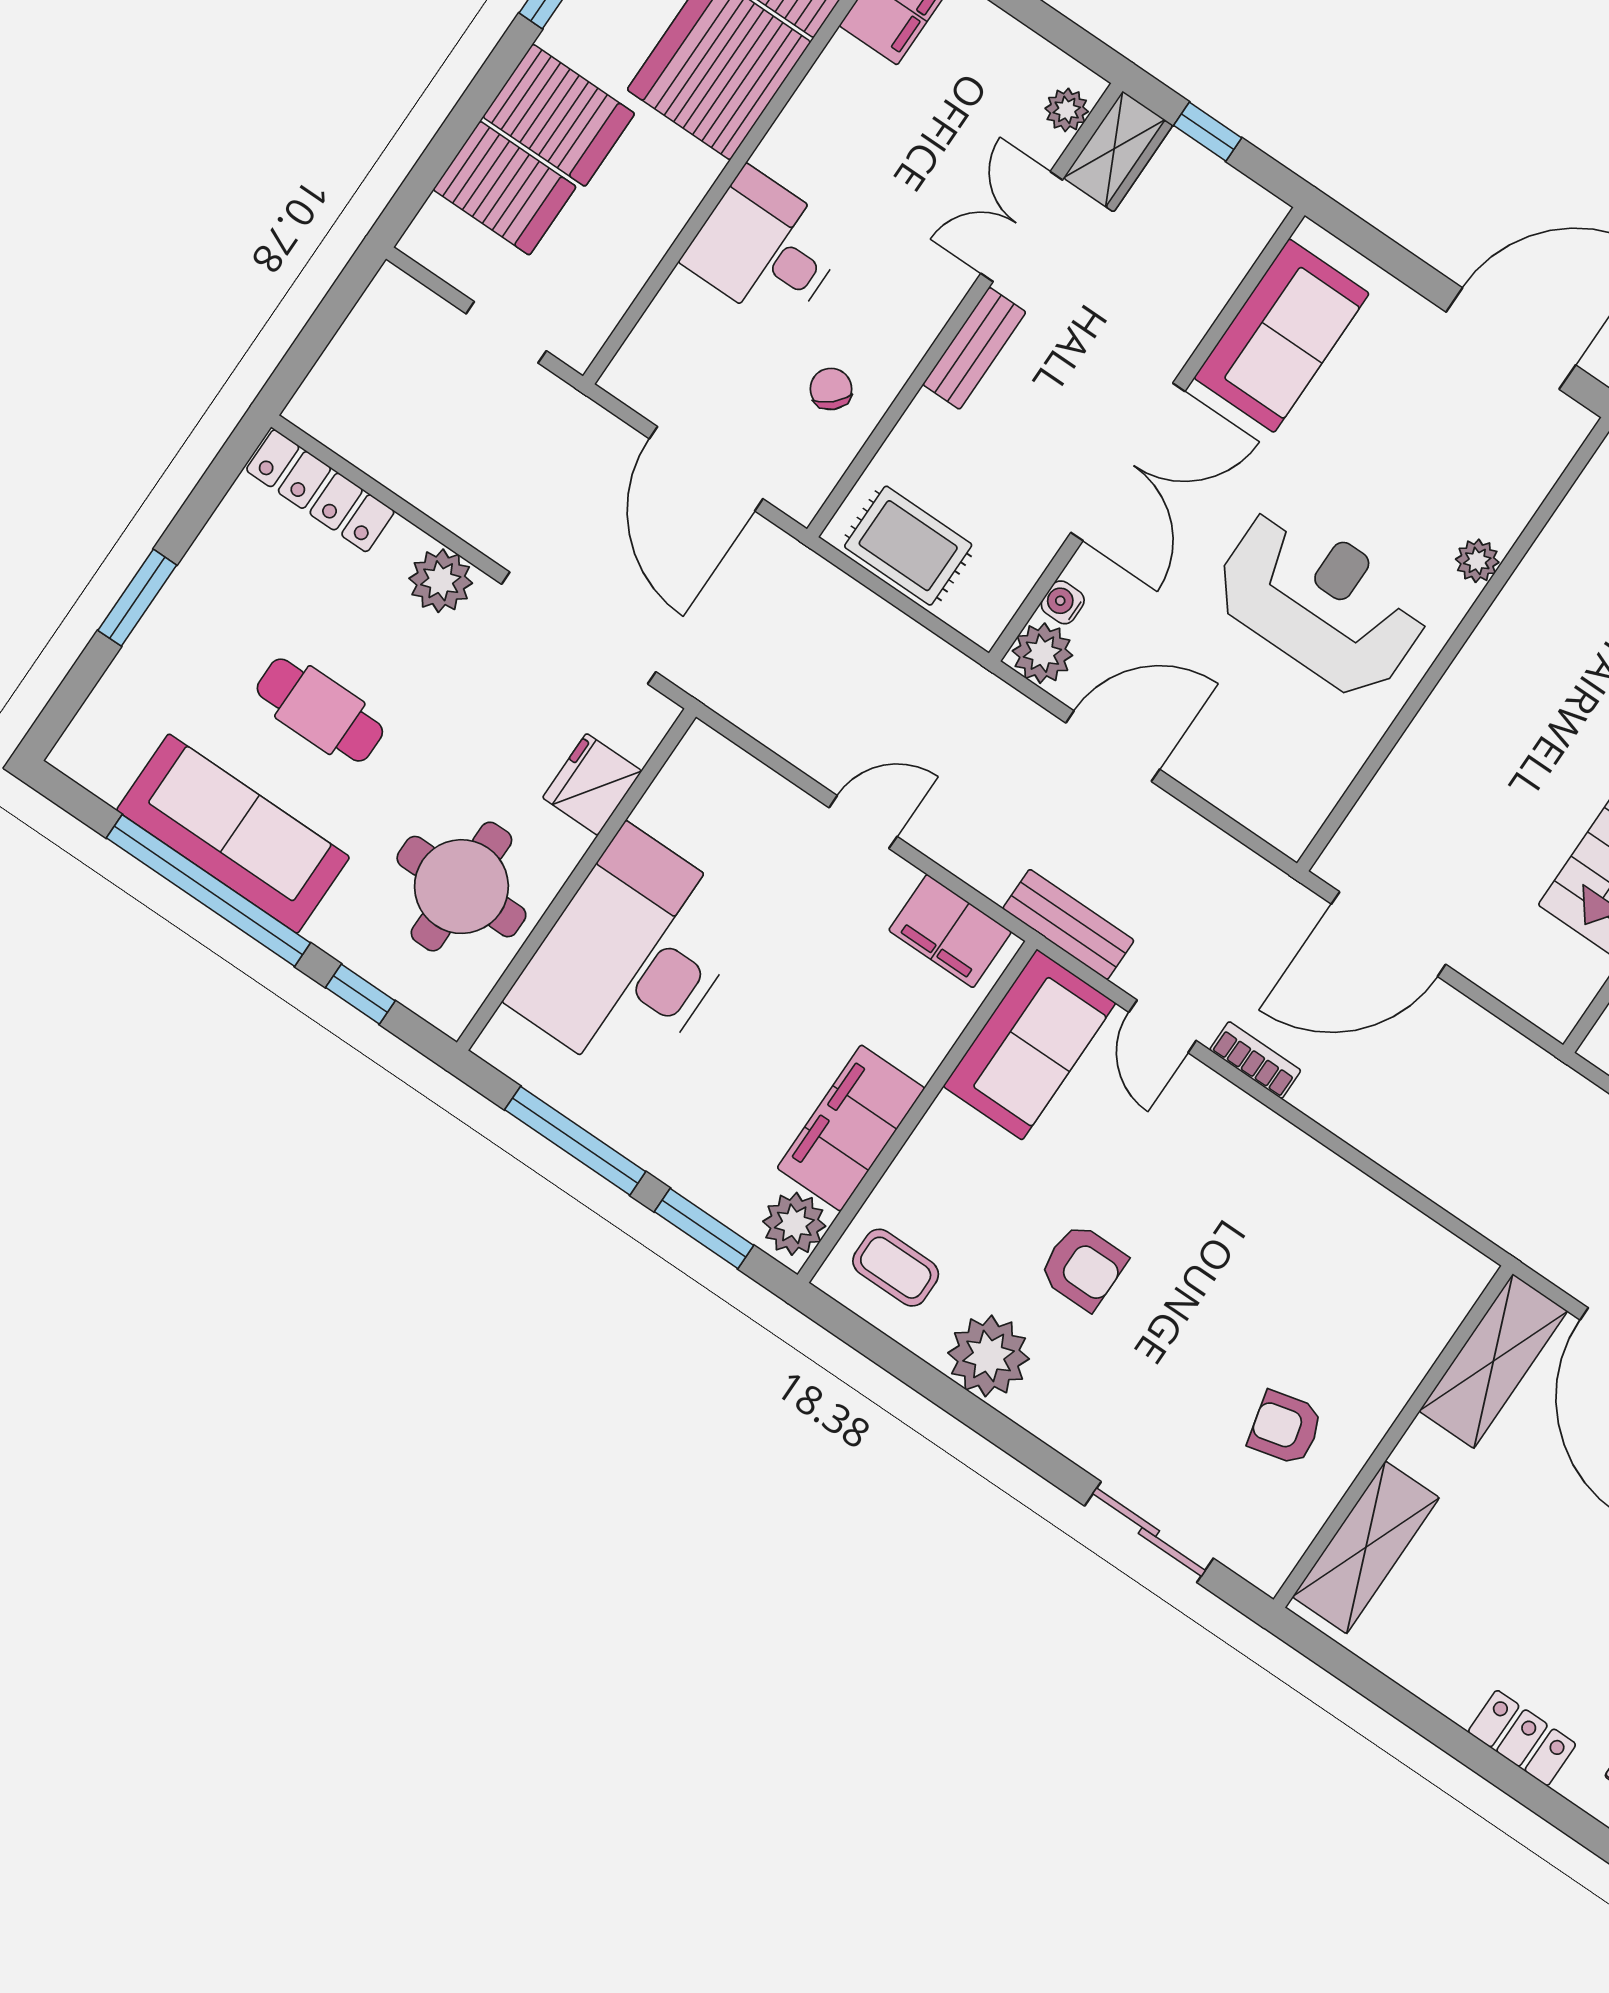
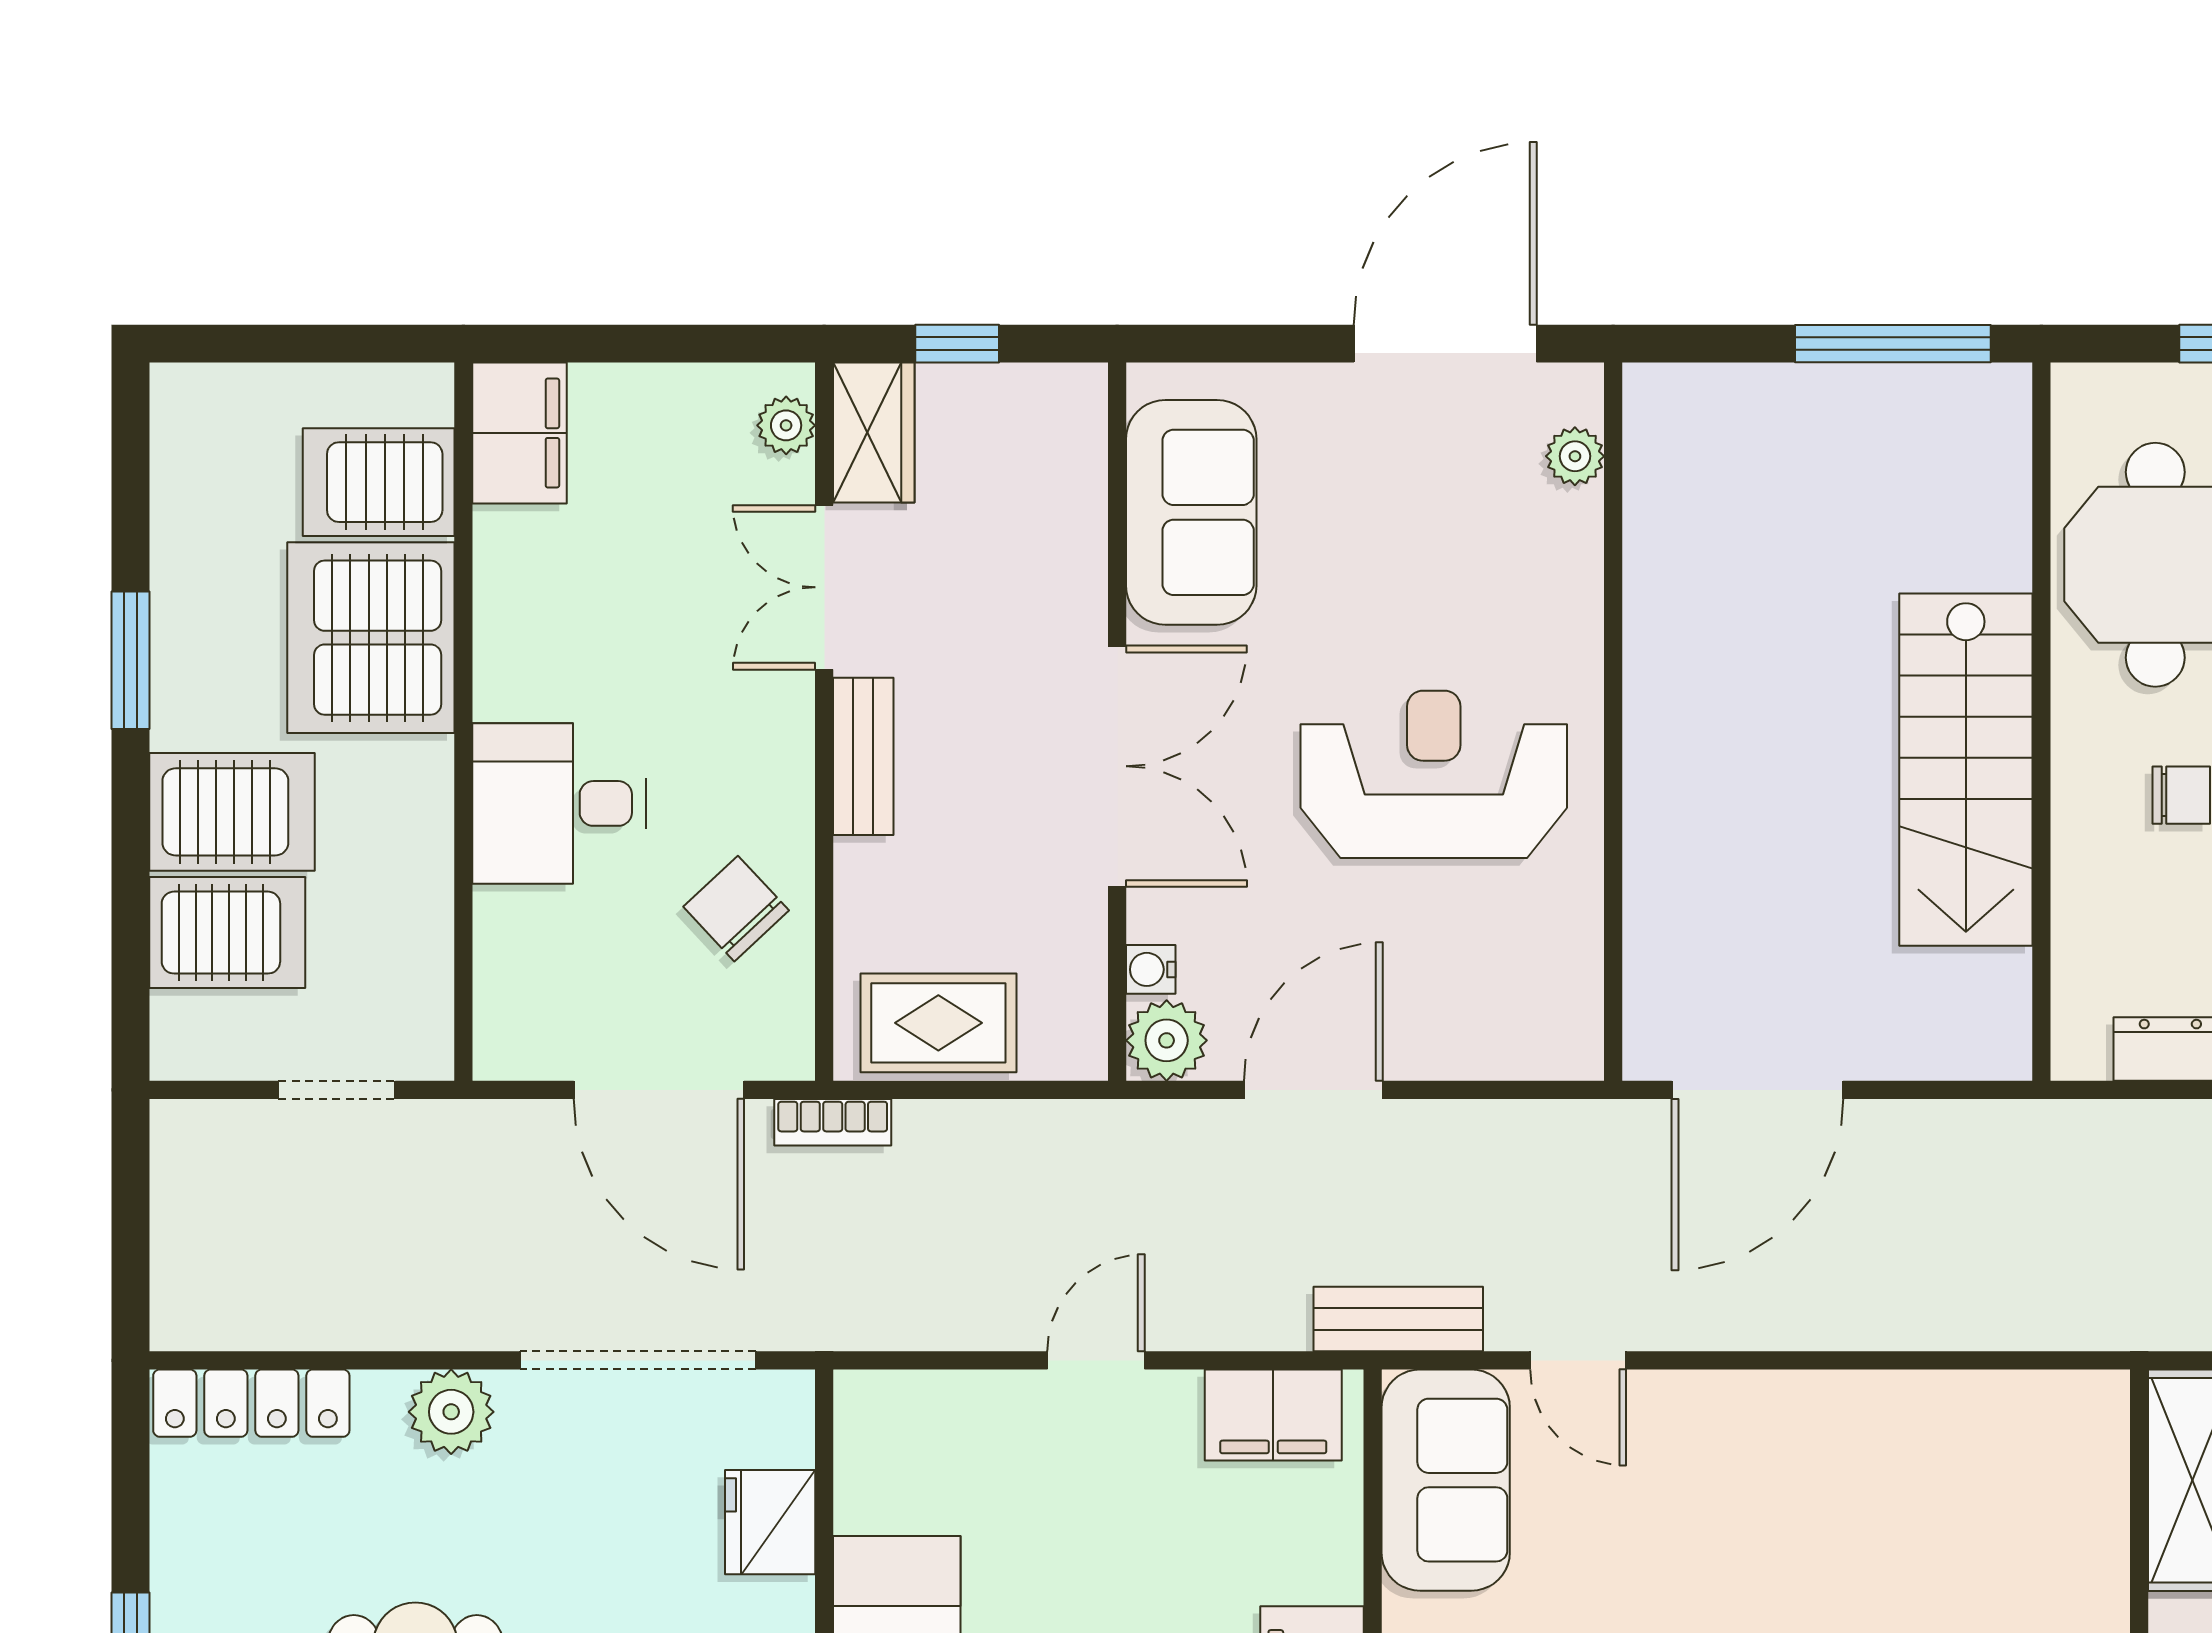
chair: (831, 389) -> (736, 909), width x1.37, depth x1.37
plant: (1477, 561) -> (1575, 456), moved
bookcase: (1255, 1060) -> (833, 1122), moved, turned 180

